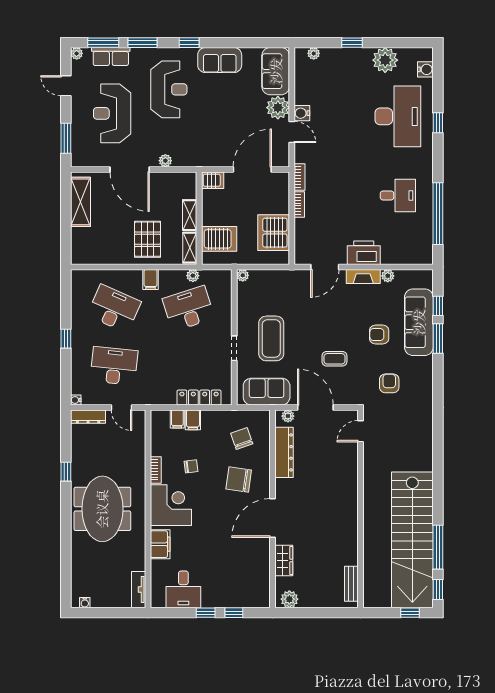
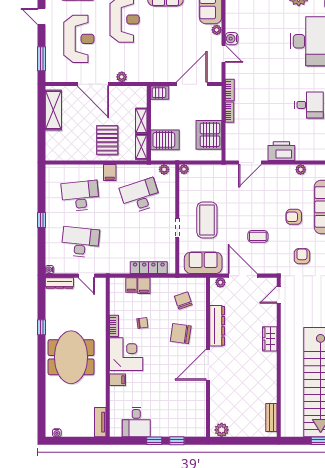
plant: (278, 108) -> (217, 30), width x0.53, depth x0.53
reception desk: (112, 113) -> (79, 39), turned 180
plant: (193, 276) -> (164, 169), moved
fireplace: (363, 277) -> (281, 170), removed
desk: (114, 309) -> (80, 196), turned -30
dresser: (284, 452) -> (217, 326), moved
filing cabinet: (160, 544) -> (118, 380), width x0.50
wardrobe: (284, 560) -> (270, 339), moved, turned 180

